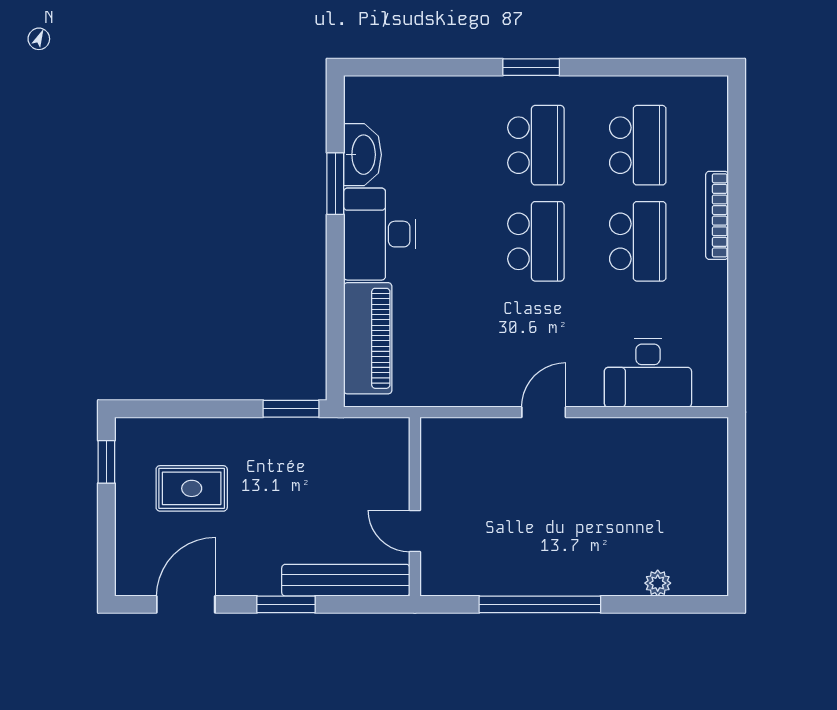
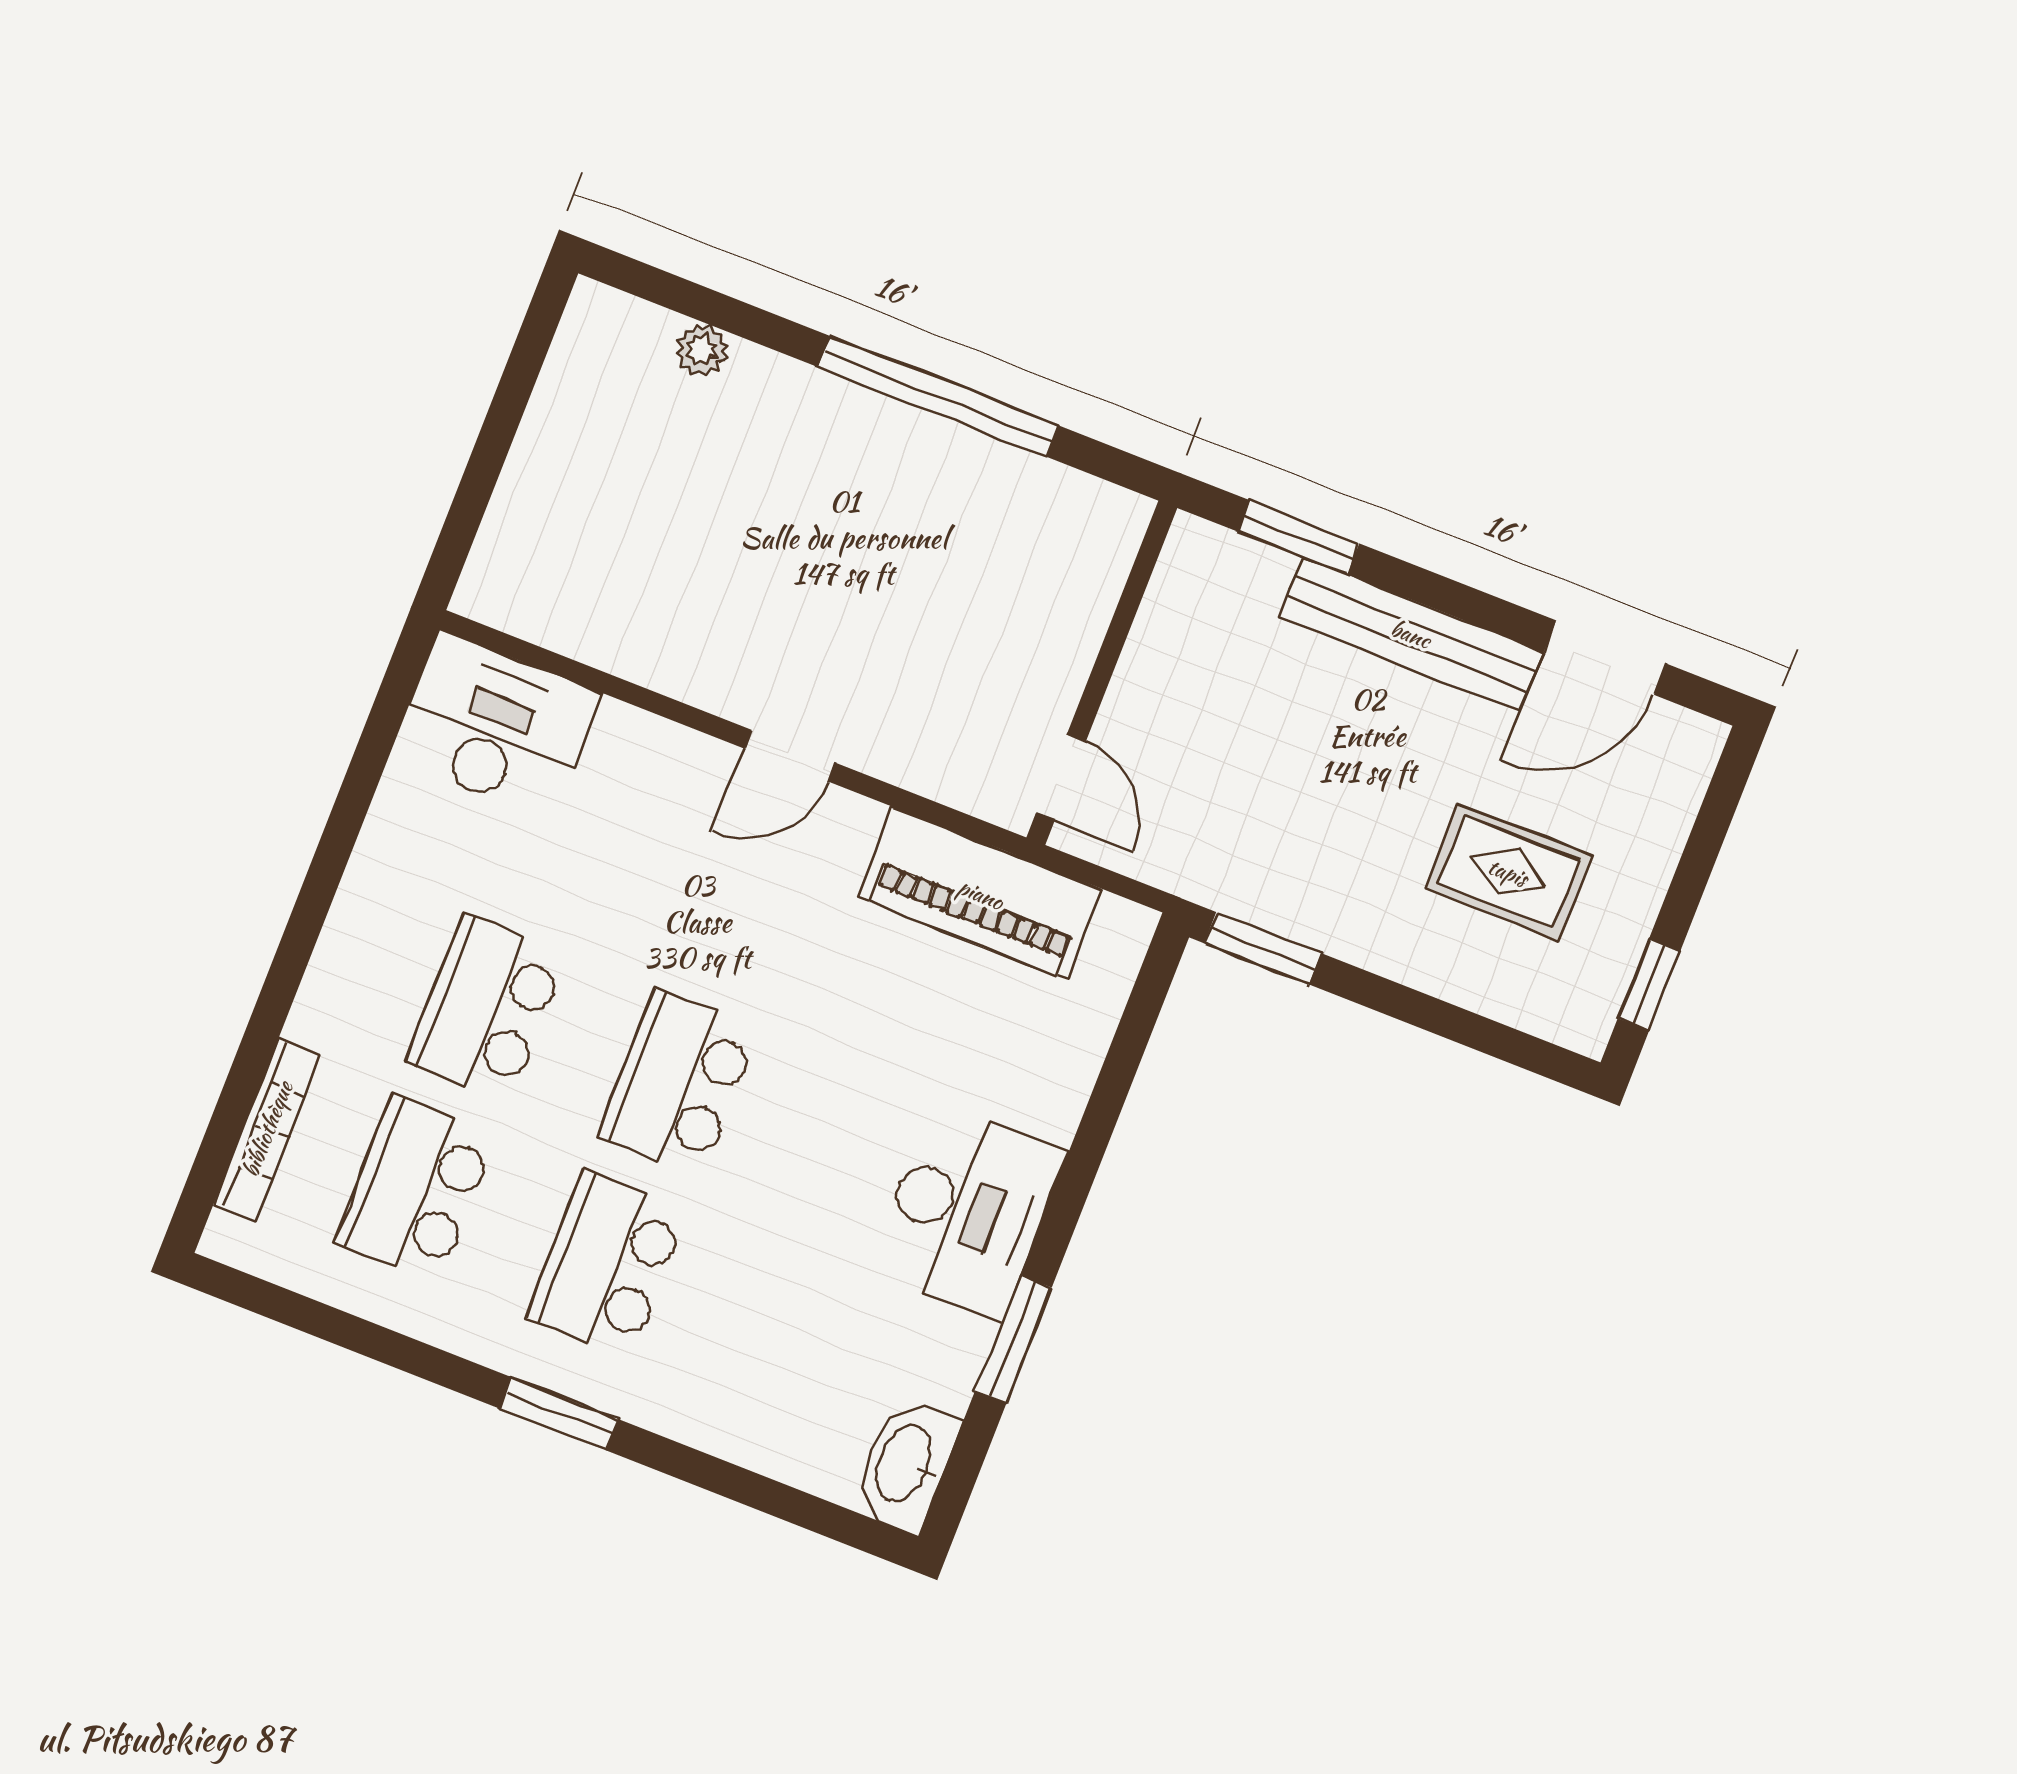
washbasin: (362, 155) -> (905, 1465), moved
bookcase: (717, 215) -> (267, 1129), moved
piano: (368, 338) -> (981, 894), moved, turned -90
desk: (648, 373) -> (495, 725), moved
door: (415, 531) -> (1061, 777), moved
bench: (346, 580) -> (1411, 634), moved
window: (286, 604) -> (1299, 537), moved

